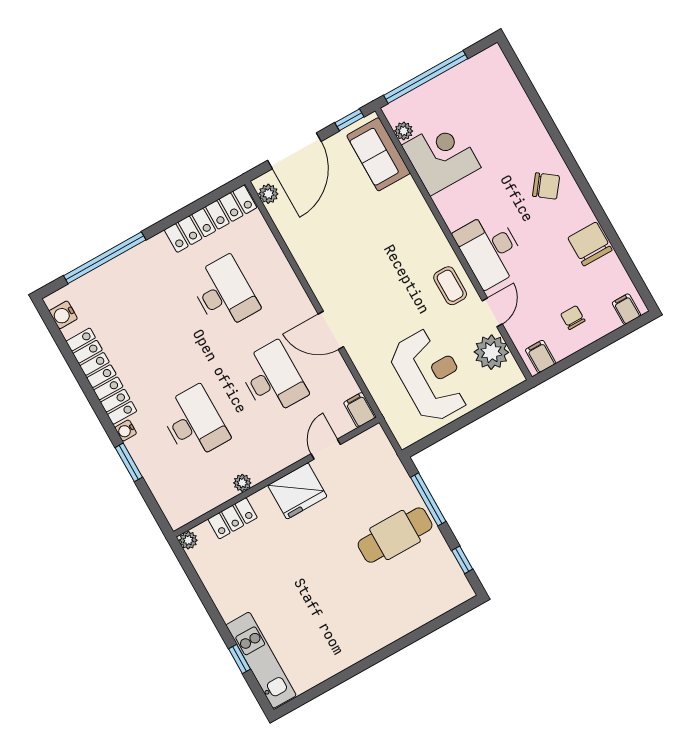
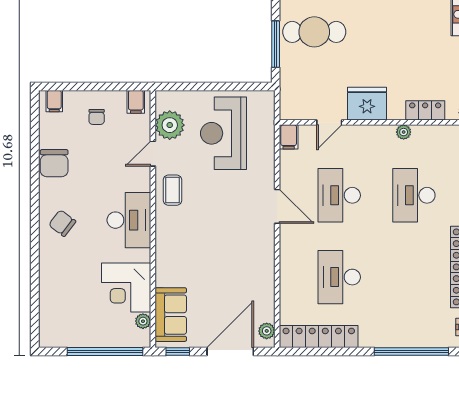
desk: (490, 250) -> (129, 220), moved

